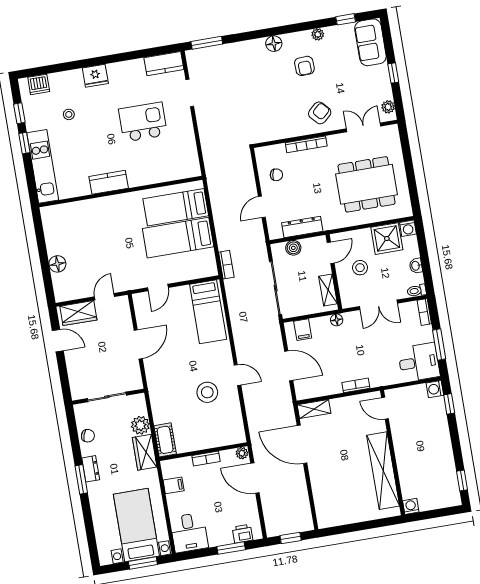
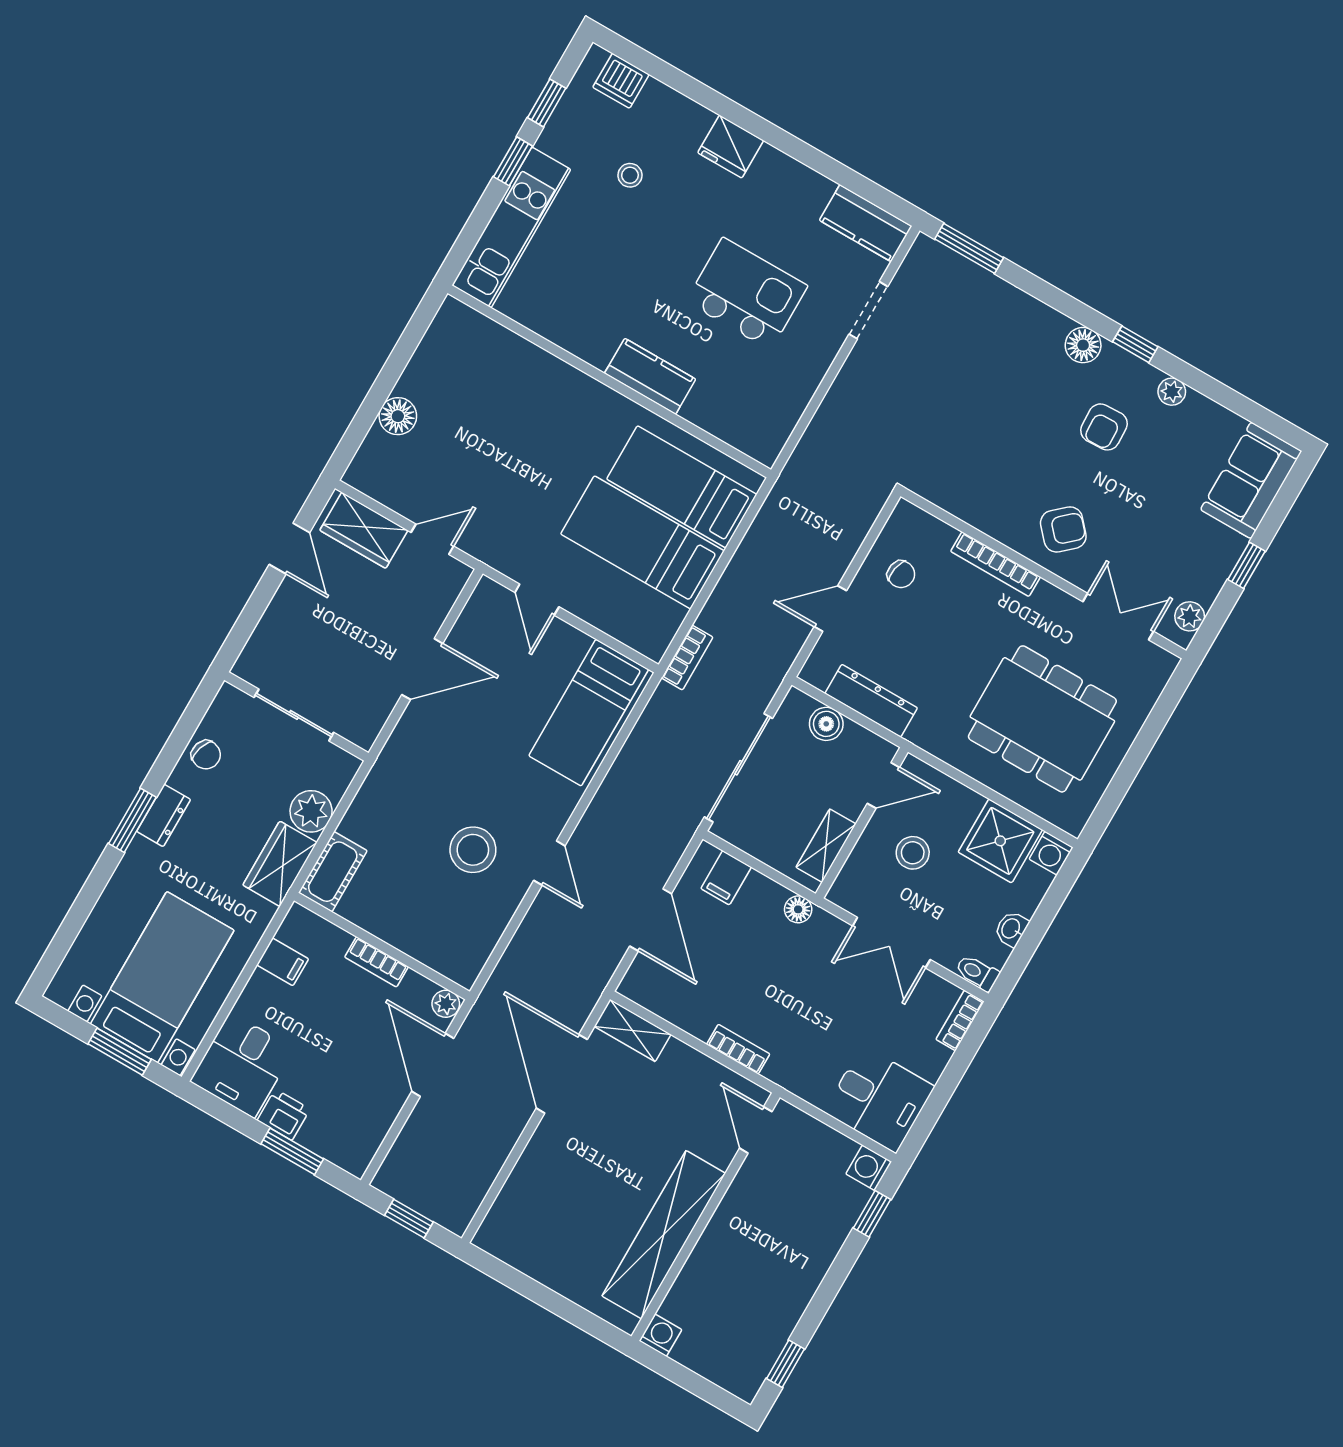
window: (346, 19) -> (1135, 344), moved
kitchen counter: (109, 182) -> (650, 376), moved
door: (158, 288) -> (537, 600), hinge flipped
window: (439, 345) -> (939, 1097), removed
printer: (243, 534) -> (284, 1115), moved

